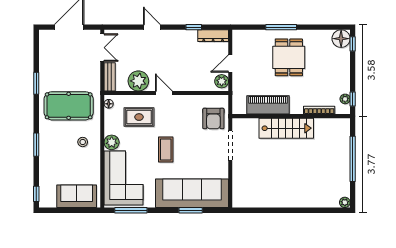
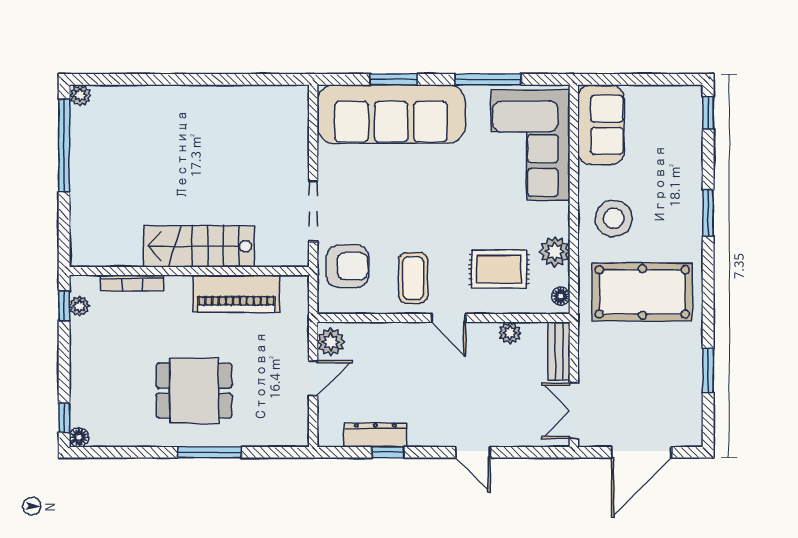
dresser: (213, 36) -> (375, 435), moved
floor lamp: (341, 39) -> (79, 437), width x0.53, depth x0.53
dining table: (289, 57) -> (194, 391), turned 90
plant: (138, 81) -> (510, 333), width x0.53, depth x0.53
window: (36, 83) -> (708, 371), moved
armchair: (213, 119) -> (348, 266), turned 90
stool: (83, 142) -> (614, 218), width x1.89, depth x1.89
plant: (112, 142) -> (555, 252), moved
coffee table: (166, 150) -> (413, 278), moved
window: (353, 159) -> (64, 145), moved
sofa: (77, 196) -> (601, 125), moved, turned -90
window: (131, 210) -> (488, 79), moved

